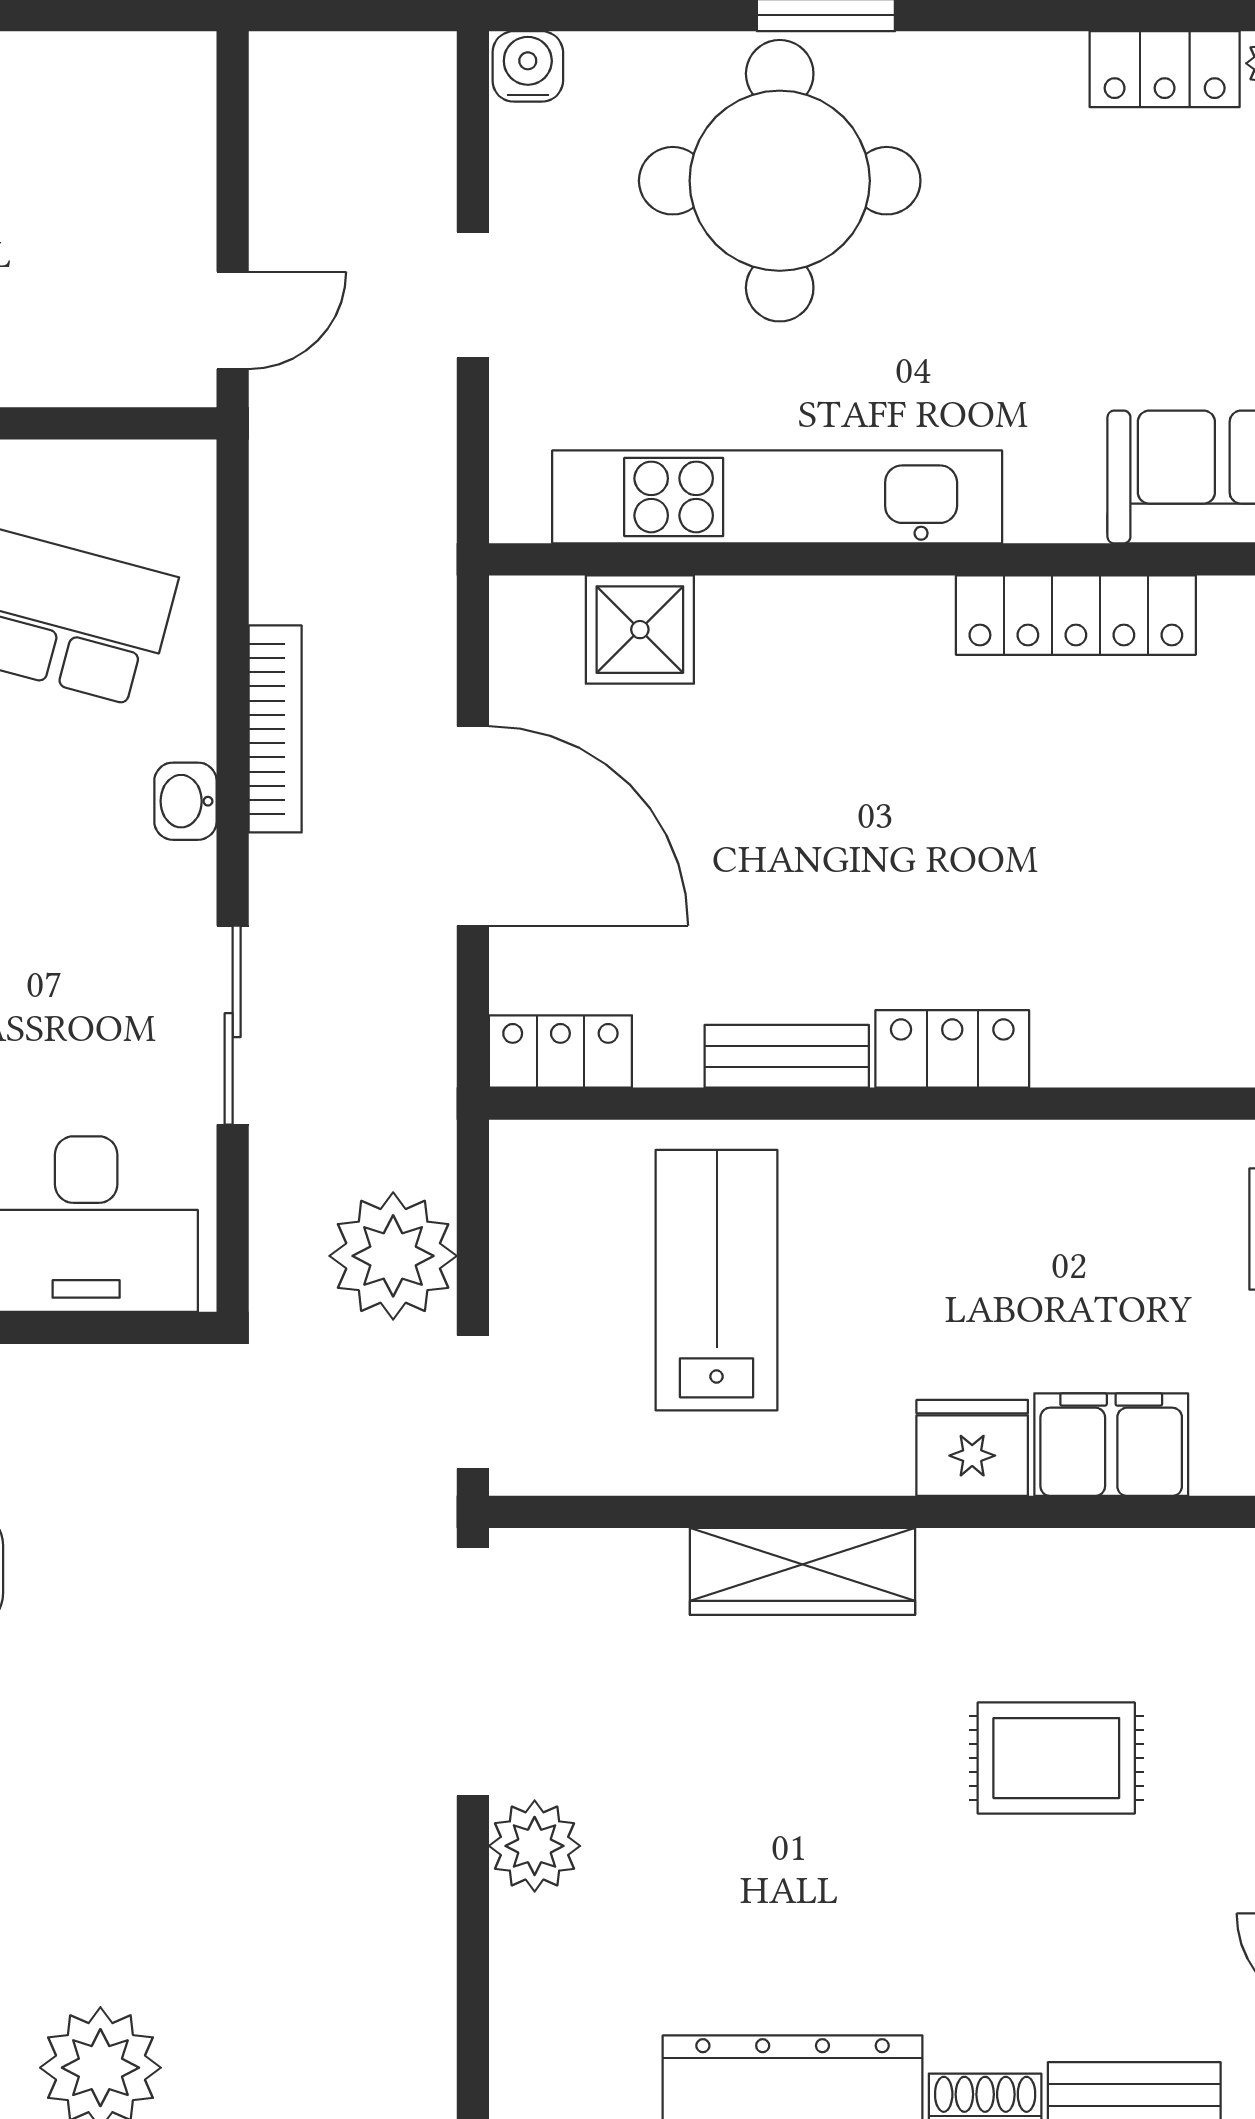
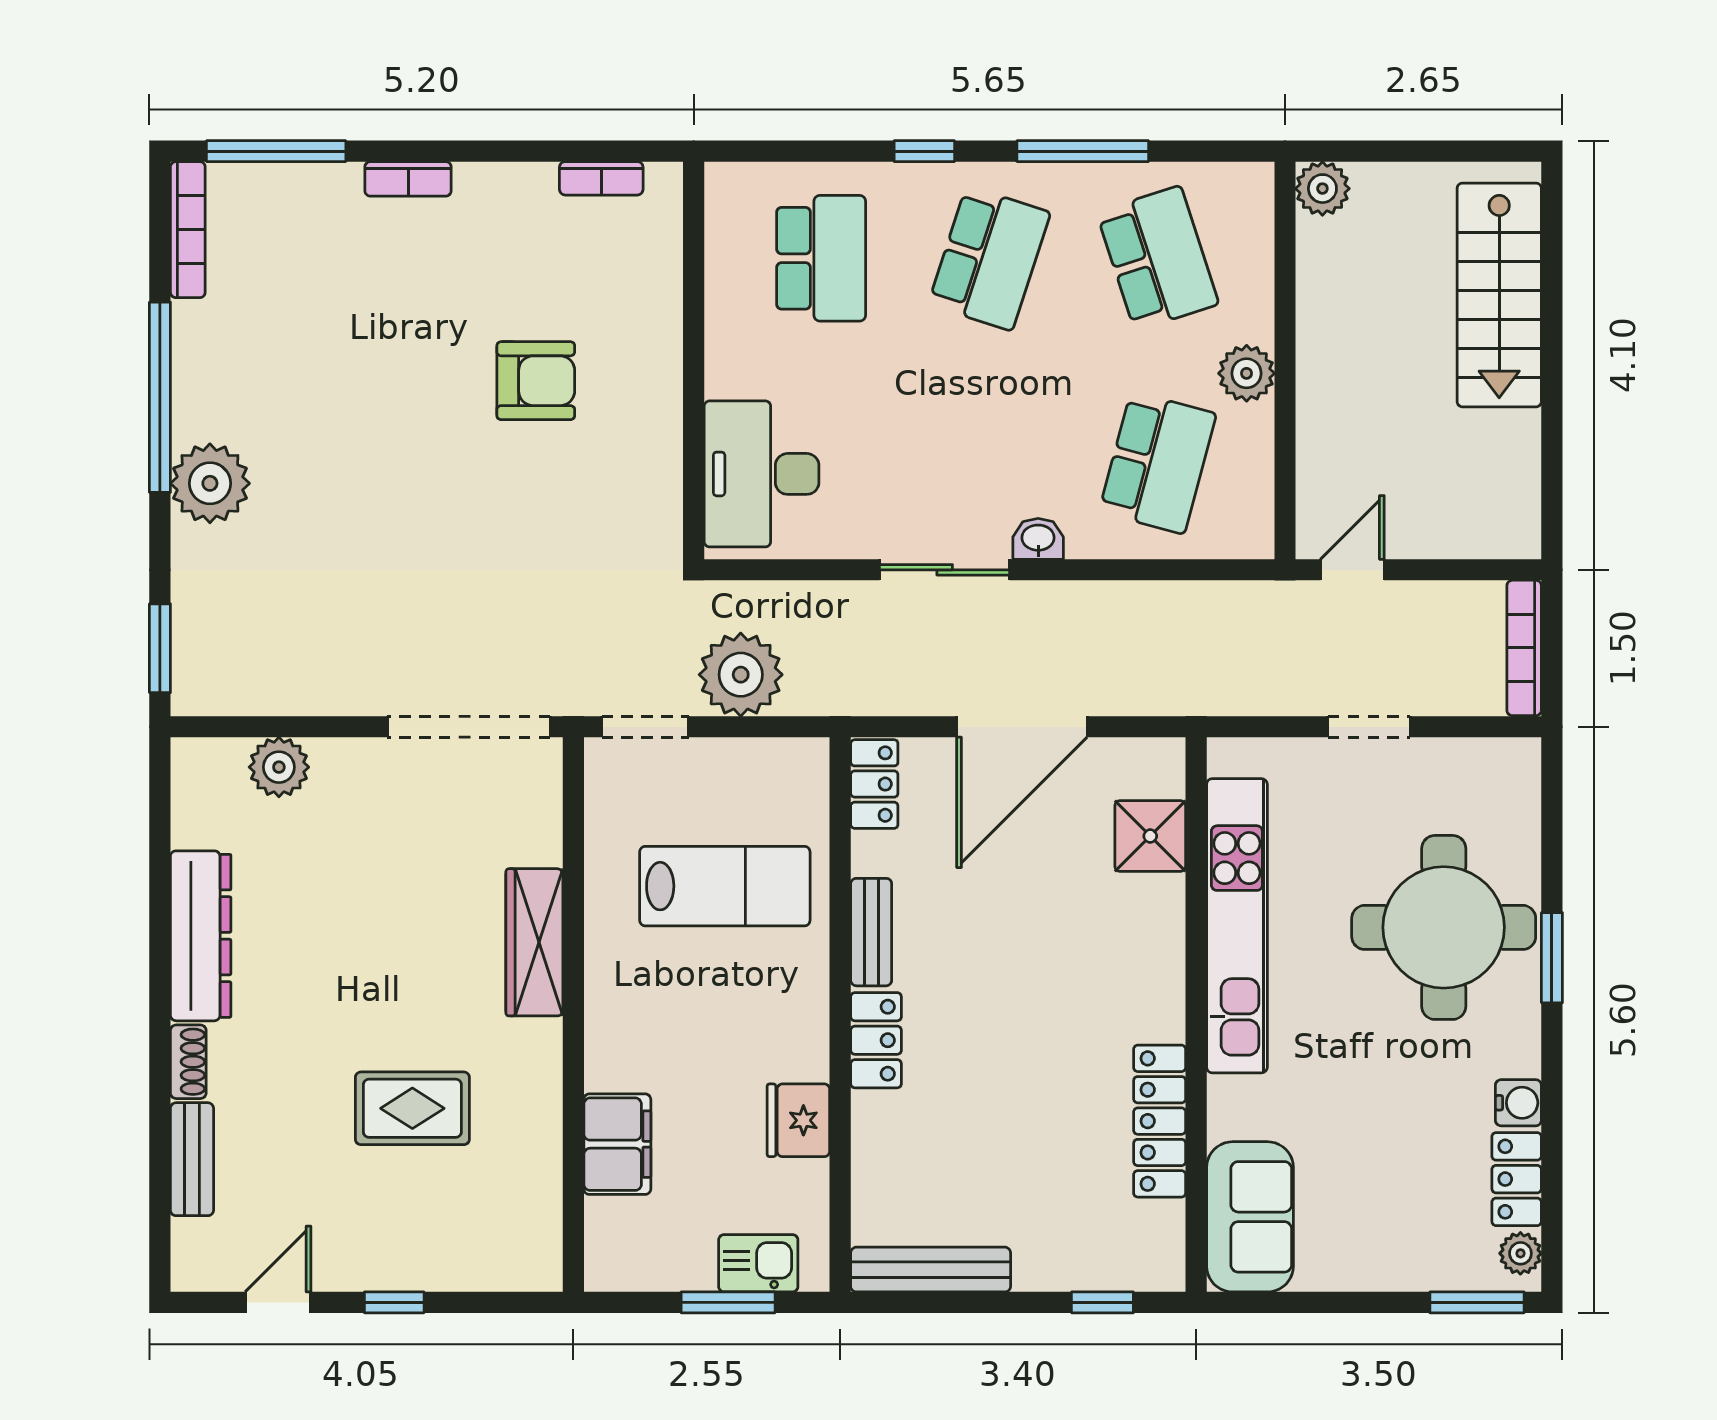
water cooler: (528, 66) -> (1518, 1103), moved
door: (233, 320) -> (1352, 570), swing flipped
bookcase: (275, 729) -> (1524, 648), moved, turned 90
sliding door: (233, 1025) -> (945, 570), moved
fridge: (972, 1448) -> (798, 1120), moved, turned 180
rug: (1056, 1758) -> (412, 1108), turned 90
plant: (535, 1846) -> (279, 767), moved

